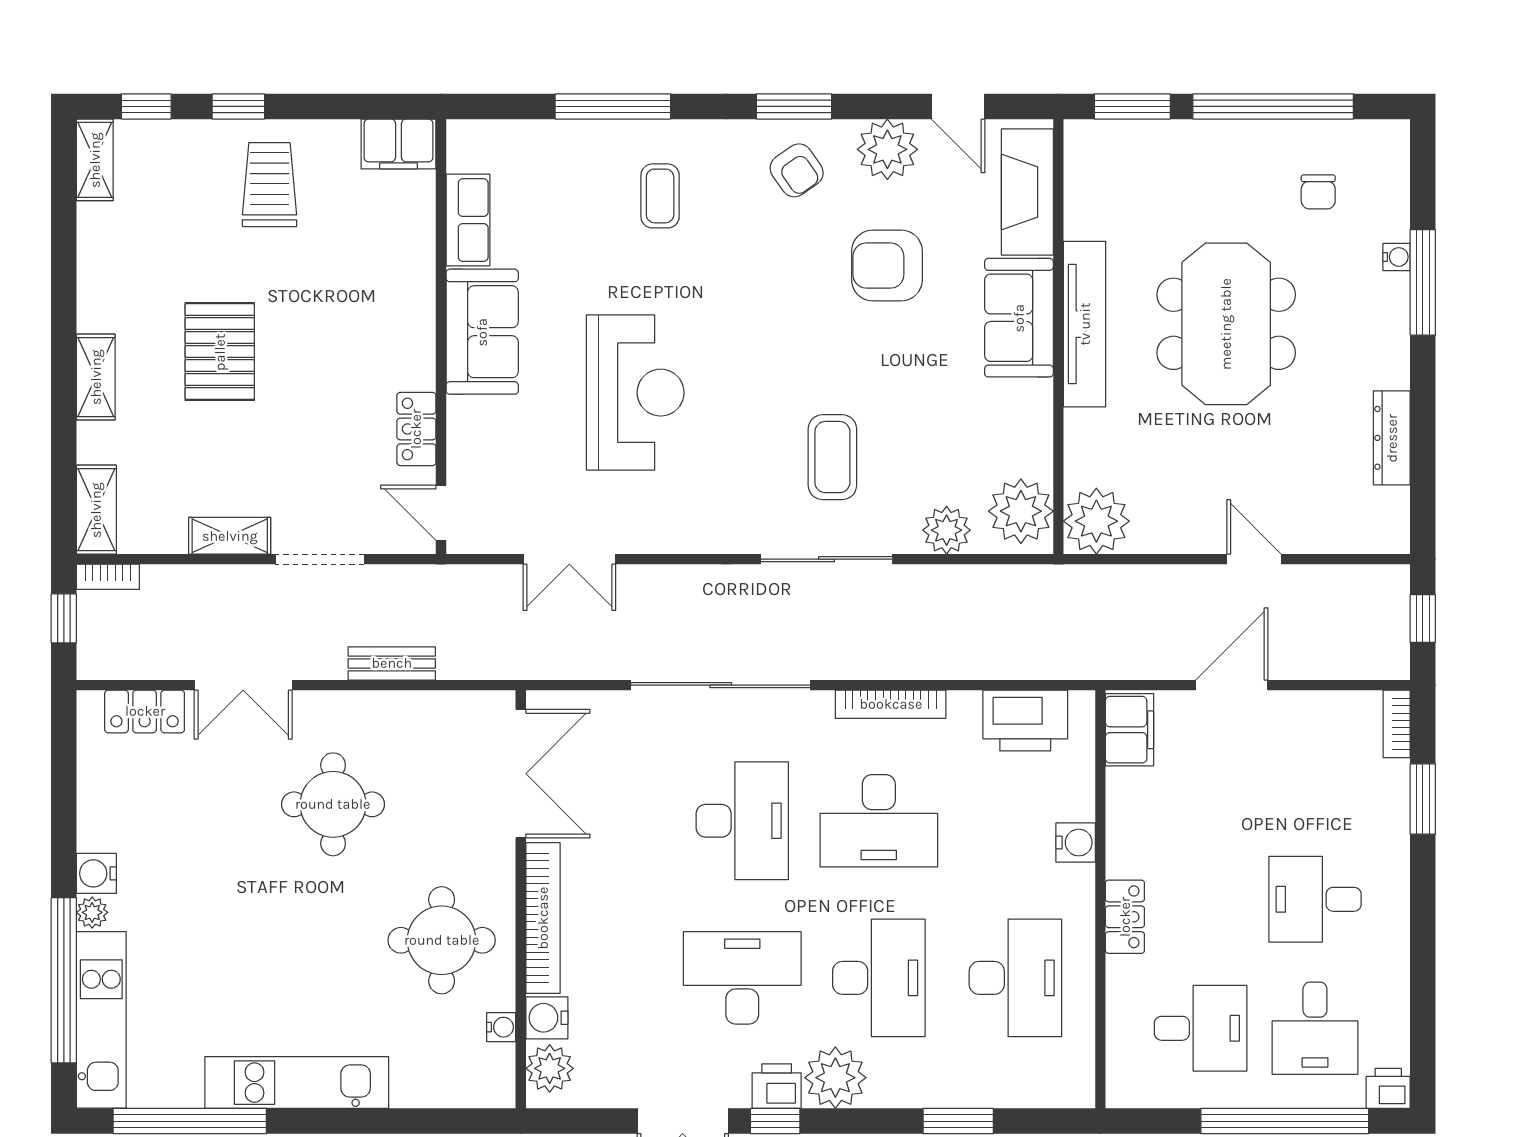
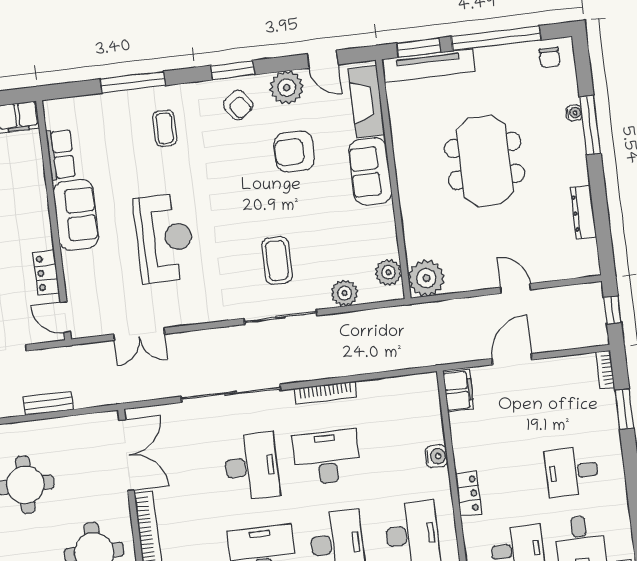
chair: (1318, 192) -> (550, 57), moved
tv unit: (1085, 324) -> (428, 65), moved, turned 90
plant: (1021, 511) -> (388, 272), width x0.73, depth x0.73
printer: (1025, 721) -> (401, 393), removed
desk: (879, 821) -> (327, 457), turned 180

